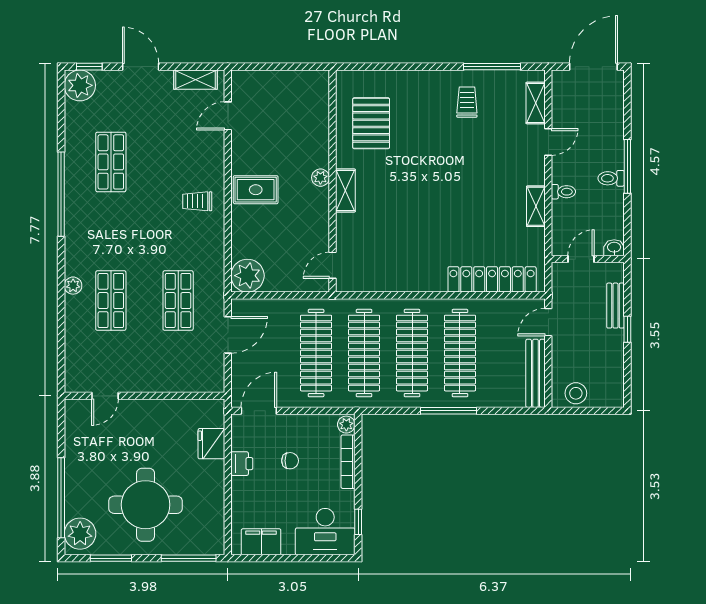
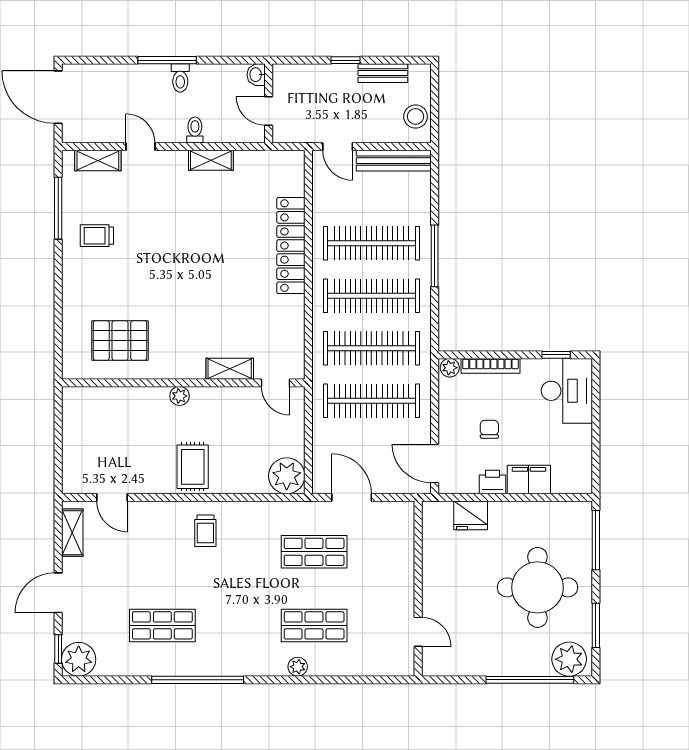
shelving: (345, 190) -> (230, 369), moved
locker: (492, 279) -> (291, 246), moved
bench: (615, 306) -> (383, 73), moved
filing cabinet: (261, 542) -> (529, 480), moved, turned 90

